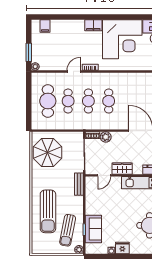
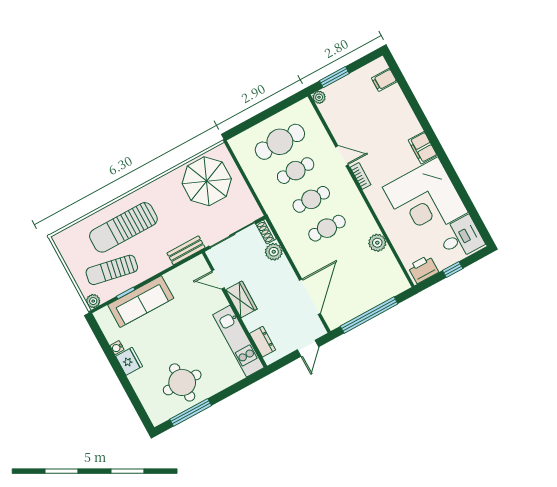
plant: (131, 78) -> (377, 243), added
sofa: (93, 229) -> (141, 302), width x1.36

